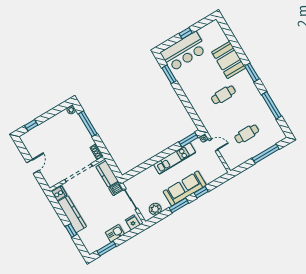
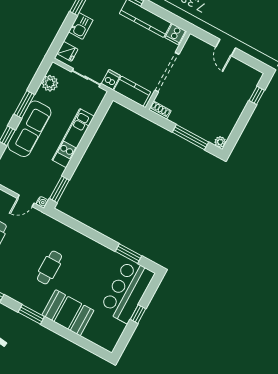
kitchen unit: (175, 158) -> (73, 138), moved

